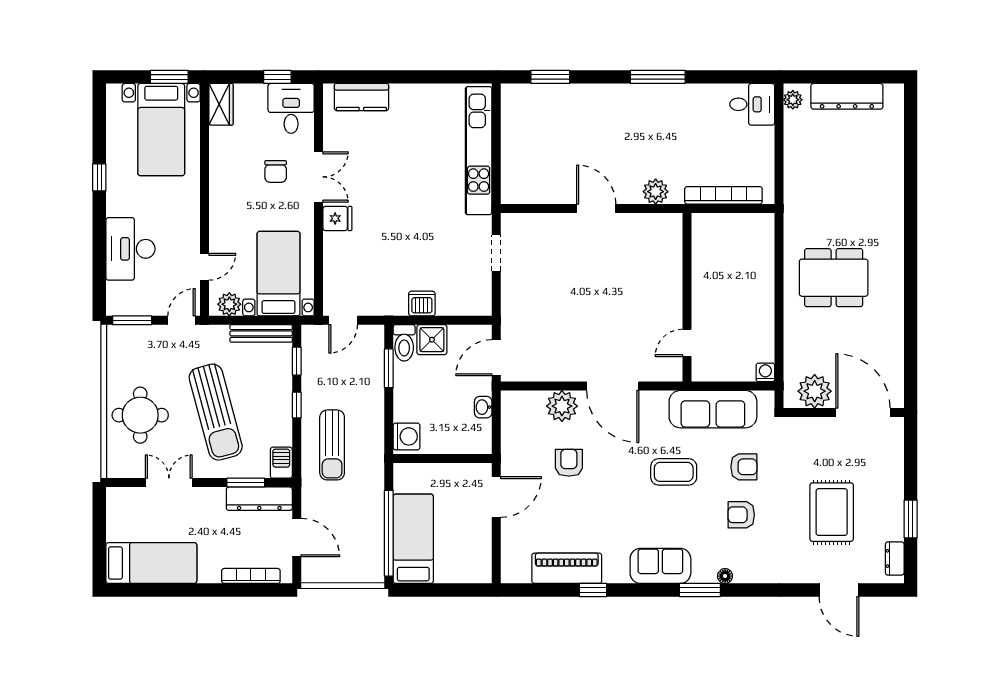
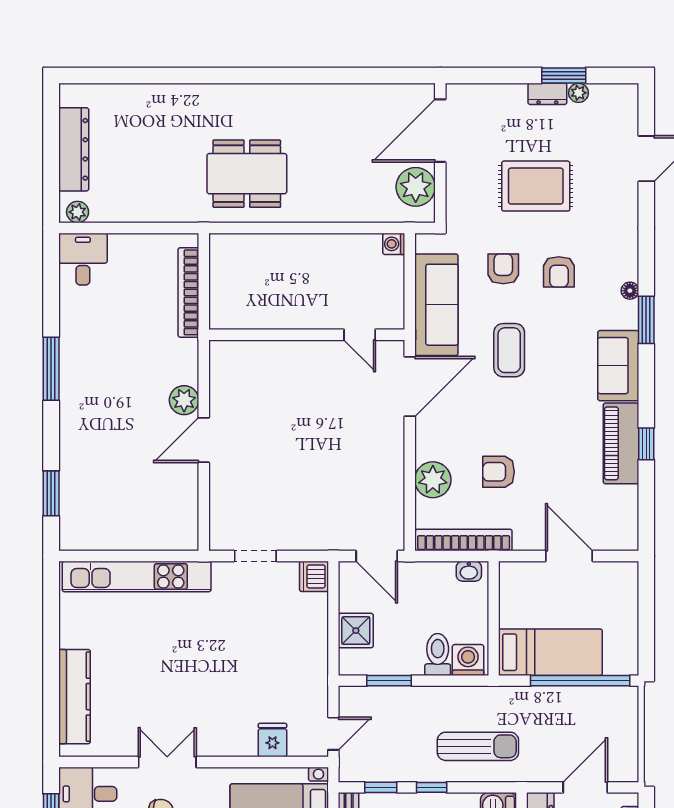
kitchen counter: (361, 97) -> (74, 697), width x1.50
plant: (656, 192) -> (184, 400), moved
fridge: (337, 218) -> (272, 740), moved
dining table: (834, 278) -> (247, 174), moved, turned 90
dishwasher: (422, 304) -> (314, 576), moved
door: (343, 320) -> (333, 734), hinge flipped
toilet: (404, 343) -> (438, 654), moved, turned -90
door: (613, 386) -> (410, 386), moved
washbasin: (483, 407) -> (469, 571), moved
bookcase: (510, 433) -> (464, 540), added
door: (496, 497) -> (569, 556), moved
rug: (832, 512) -> (536, 186), moved
plant: (896, 532) -> (578, 93), added
bed: (413, 539) -> (550, 652), moved, turned 180
dresser: (895, 558) -> (547, 94), moved
piano: (567, 568) -> (621, 443), moved

